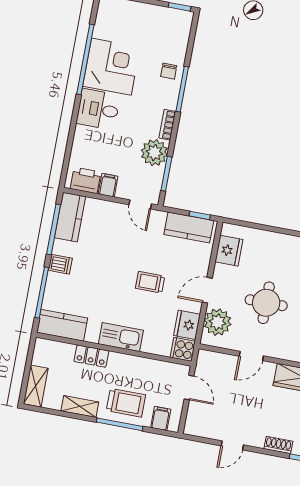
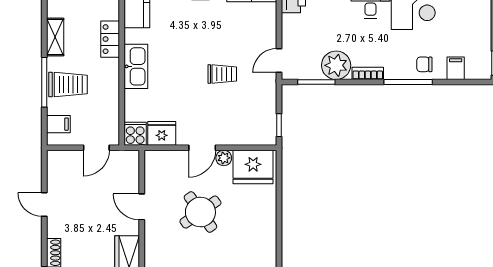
filing cabinet: (108, 185) -> (456, 68), moved, turned -90
kitchen counter: (189, 228) -> (264, 116), removed
fridge: (229, 251) -> (253, 167), width x1.36, depth x1.34
trolley: (150, 282) -> (222, 74), moved, turned 90
door: (207, 290) -> (202, 148), swing flipped
round table: (266, 303) -> (200, 212), turned -35
plant: (218, 322) -> (224, 158), moved, width x0.53, depth x0.53
trolley: (126, 403) -> (68, 85), turned -90

